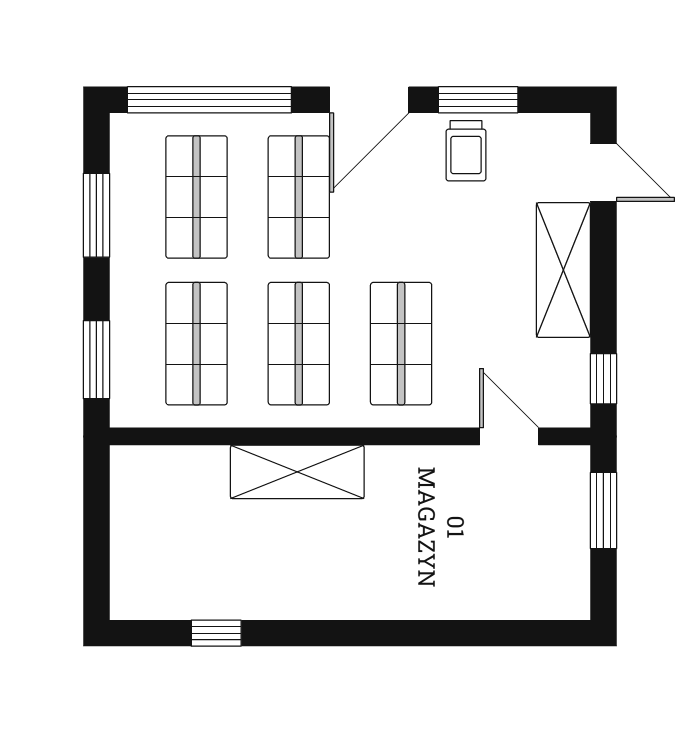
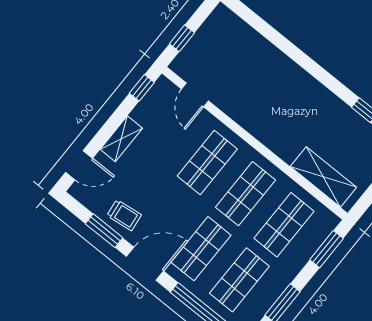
trolley: (466, 151) -> (124, 215), turned 83
door: (603, 172) -> (79, 165), swing flipped
shelving: (563, 270) -> (121, 139), width x0.67, depth x0.75
shelving: (297, 472) -> (323, 177), moved
window: (603, 511) -> (182, 38), width x0.67

